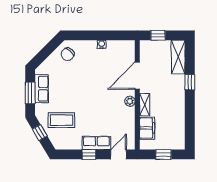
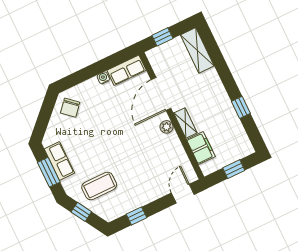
window: (190, 82) -> (241, 107), moved
row of seats: (96, 143) -> (127, 70), moved, turned 180
window: (89, 154) -> (137, 216), moved

